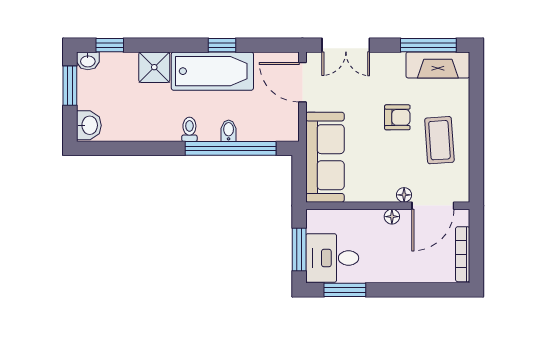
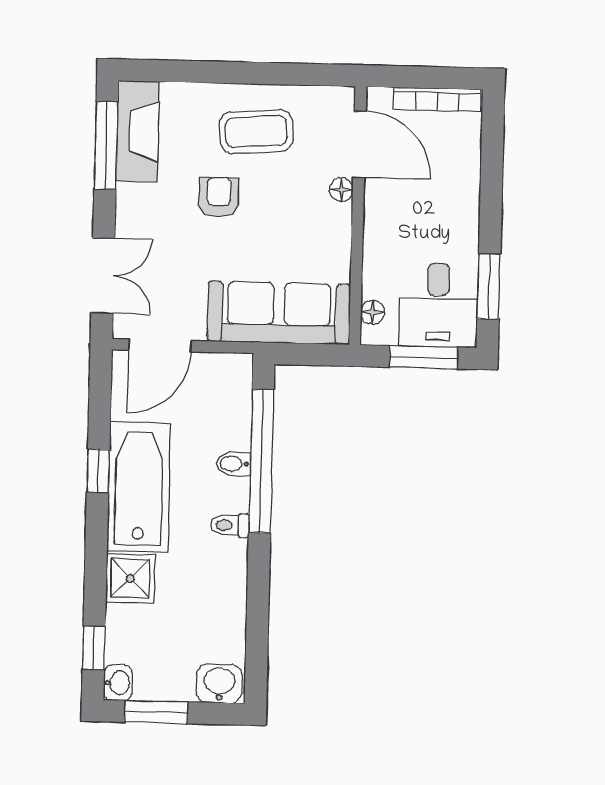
floor lamp: (392, 217) -> (373, 312), moved

